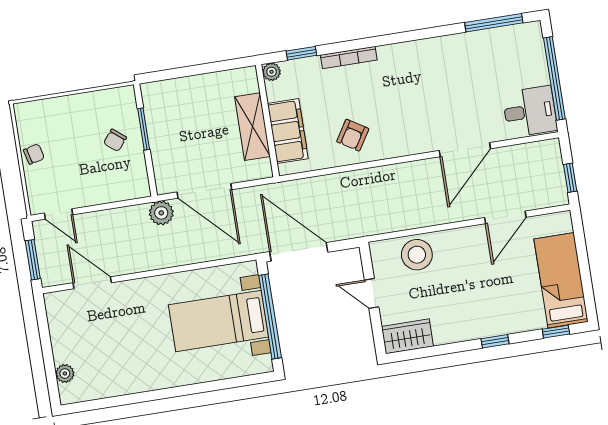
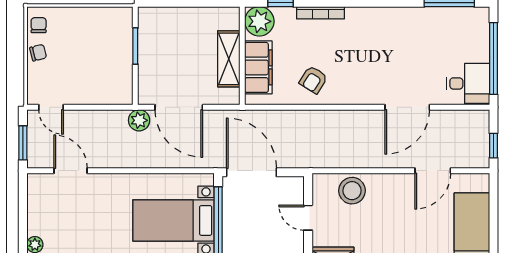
plant: (272, 72) -> (259, 21), width x1.87, depth x1.87
chair: (115, 140) -> (39, 25), moved, turned 141

